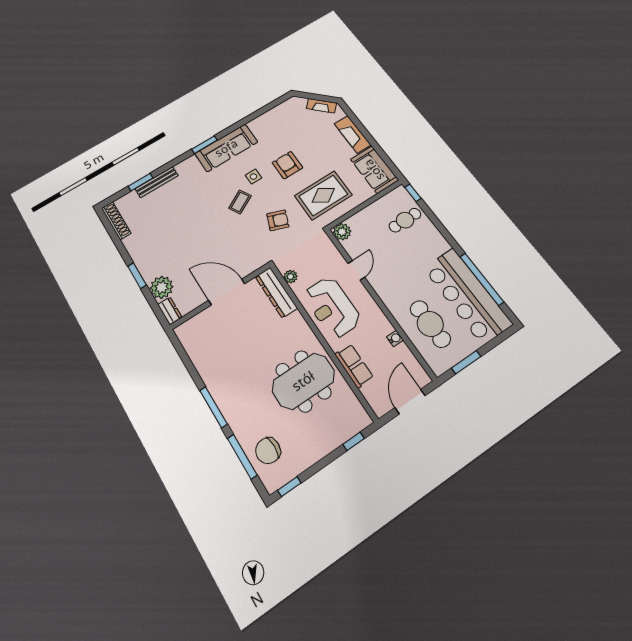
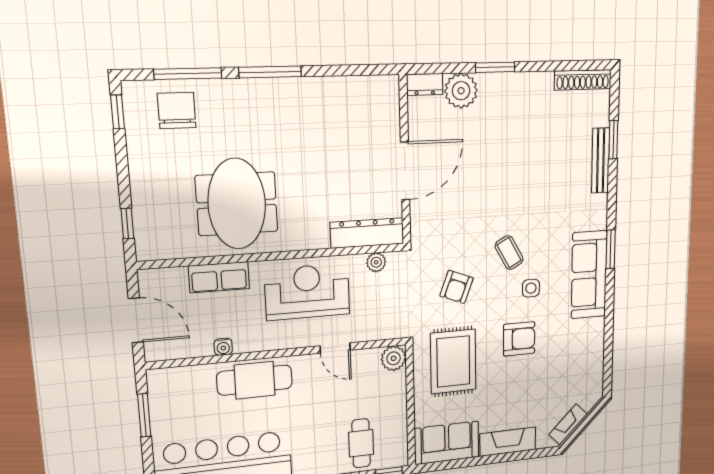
cafe table: (430, 324) -> (255, 380), moved

